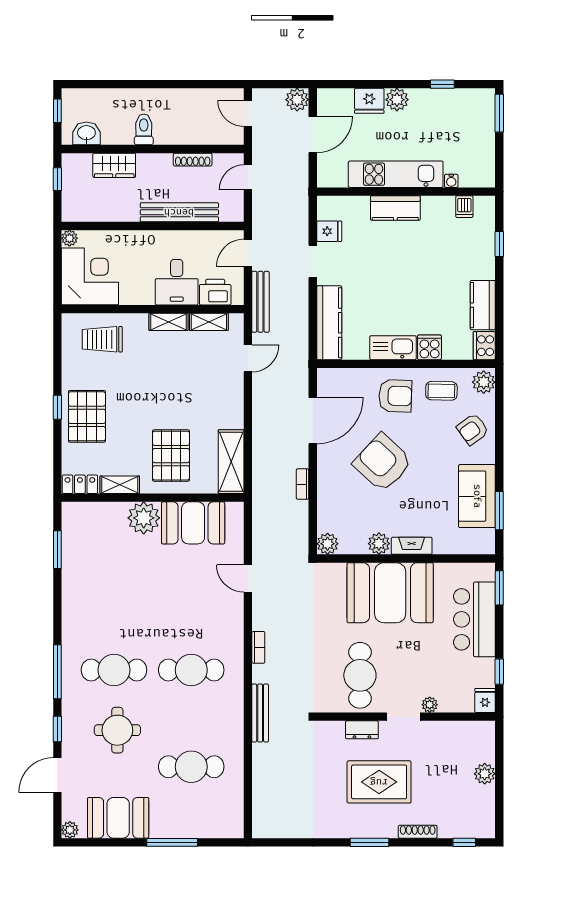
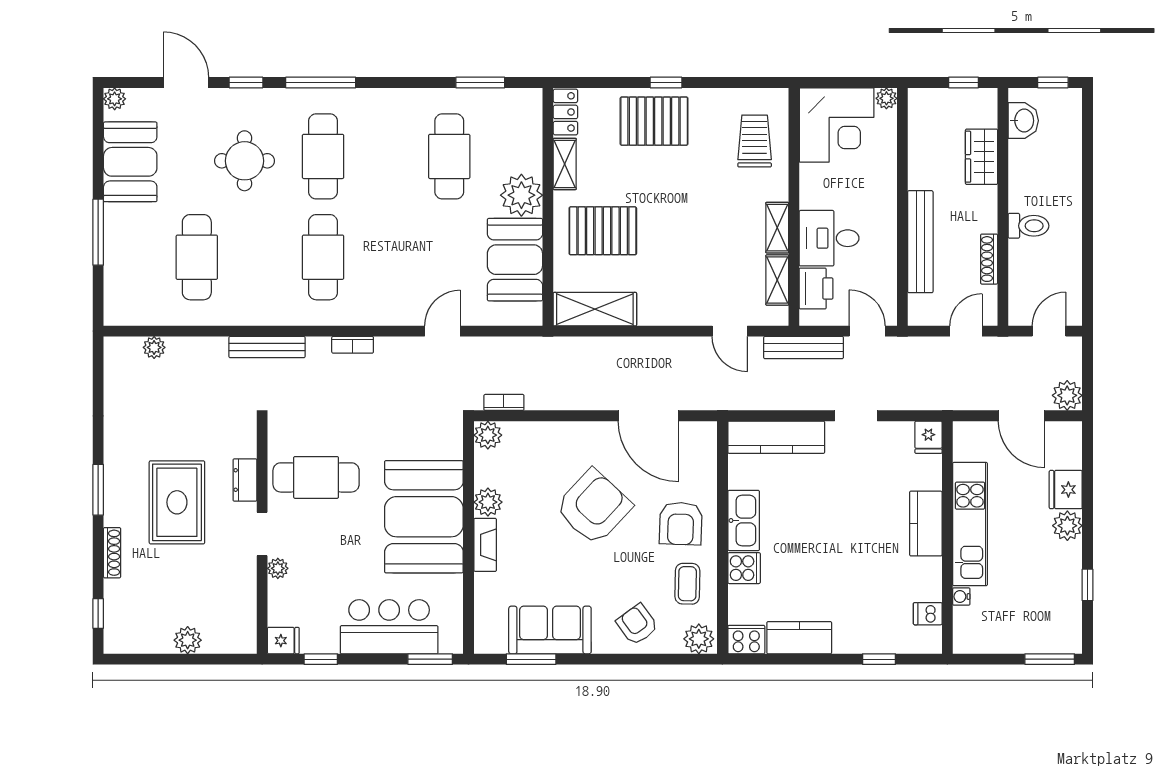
toilet: (144, 129) -> (1028, 226), moved
door: (248, 177) -> (966, 331), hinge flipped
fridge: (329, 231) -> (928, 437), moved
bookcase: (303, 484) -> (504, 402), moved
cafe table: (114, 573) -> (449, 156), added
plant: (260, 799) -> (154, 347), added

